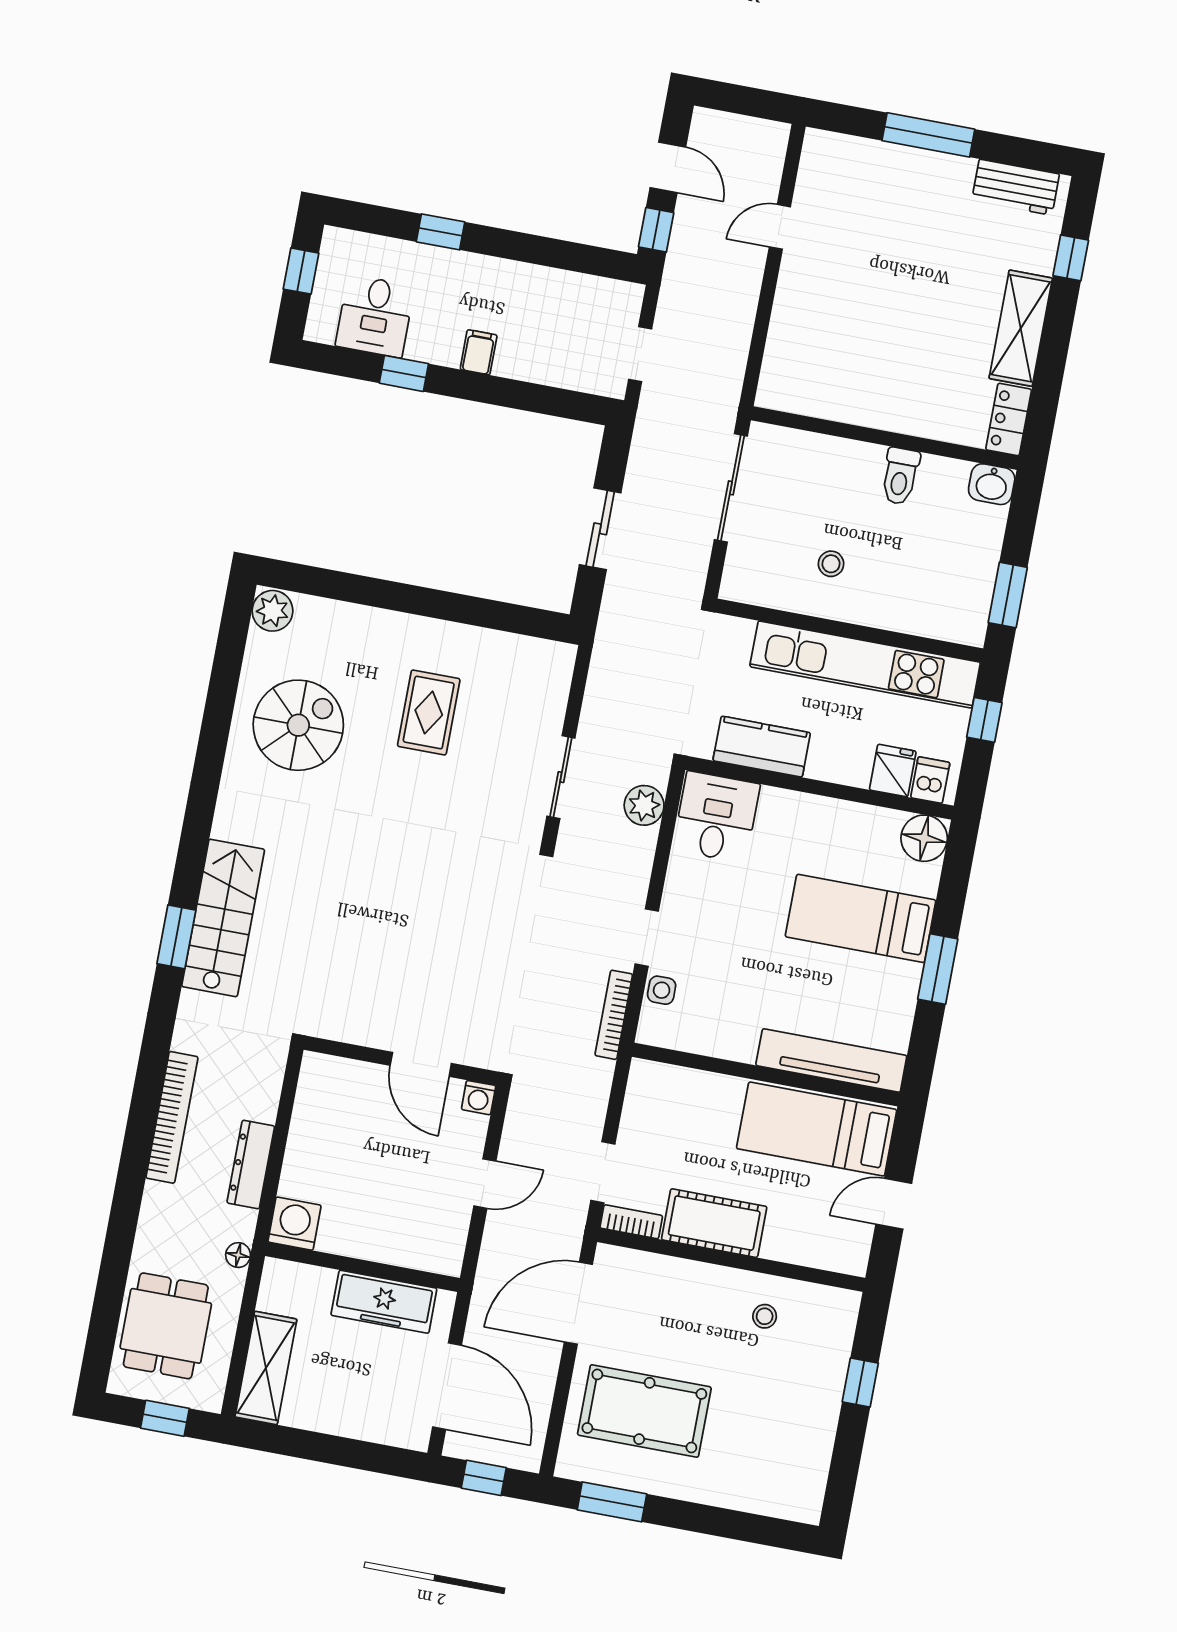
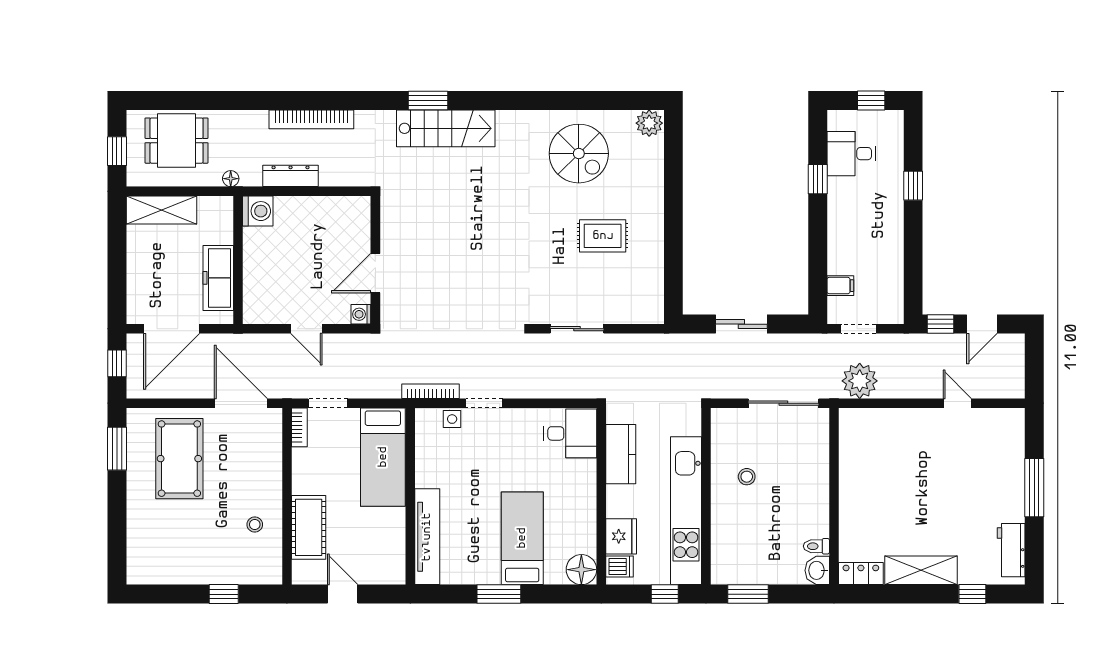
filing cabinet: (479, 352) -> (840, 286), moved
toilet: (900, 476) -> (816, 546), moved, width x0.73, depth x0.72
fridge: (893, 771) -> (621, 536), width x1.38
plant: (644, 805) -> (860, 381), moved, width x1.36, depth x1.36
bed: (817, 1129) -> (383, 457), moved, turned 180
cot: (714, 1223) -> (309, 527), moved

